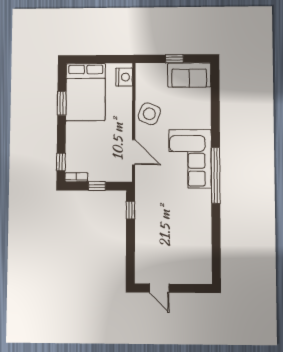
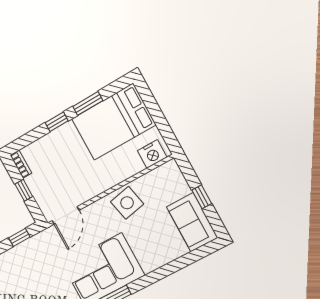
side table: (149, 114) -> (127, 203), turned -34
door: (134, 152) -> (66, 216), moved
window: (61, 162) -> (57, 122), moved

